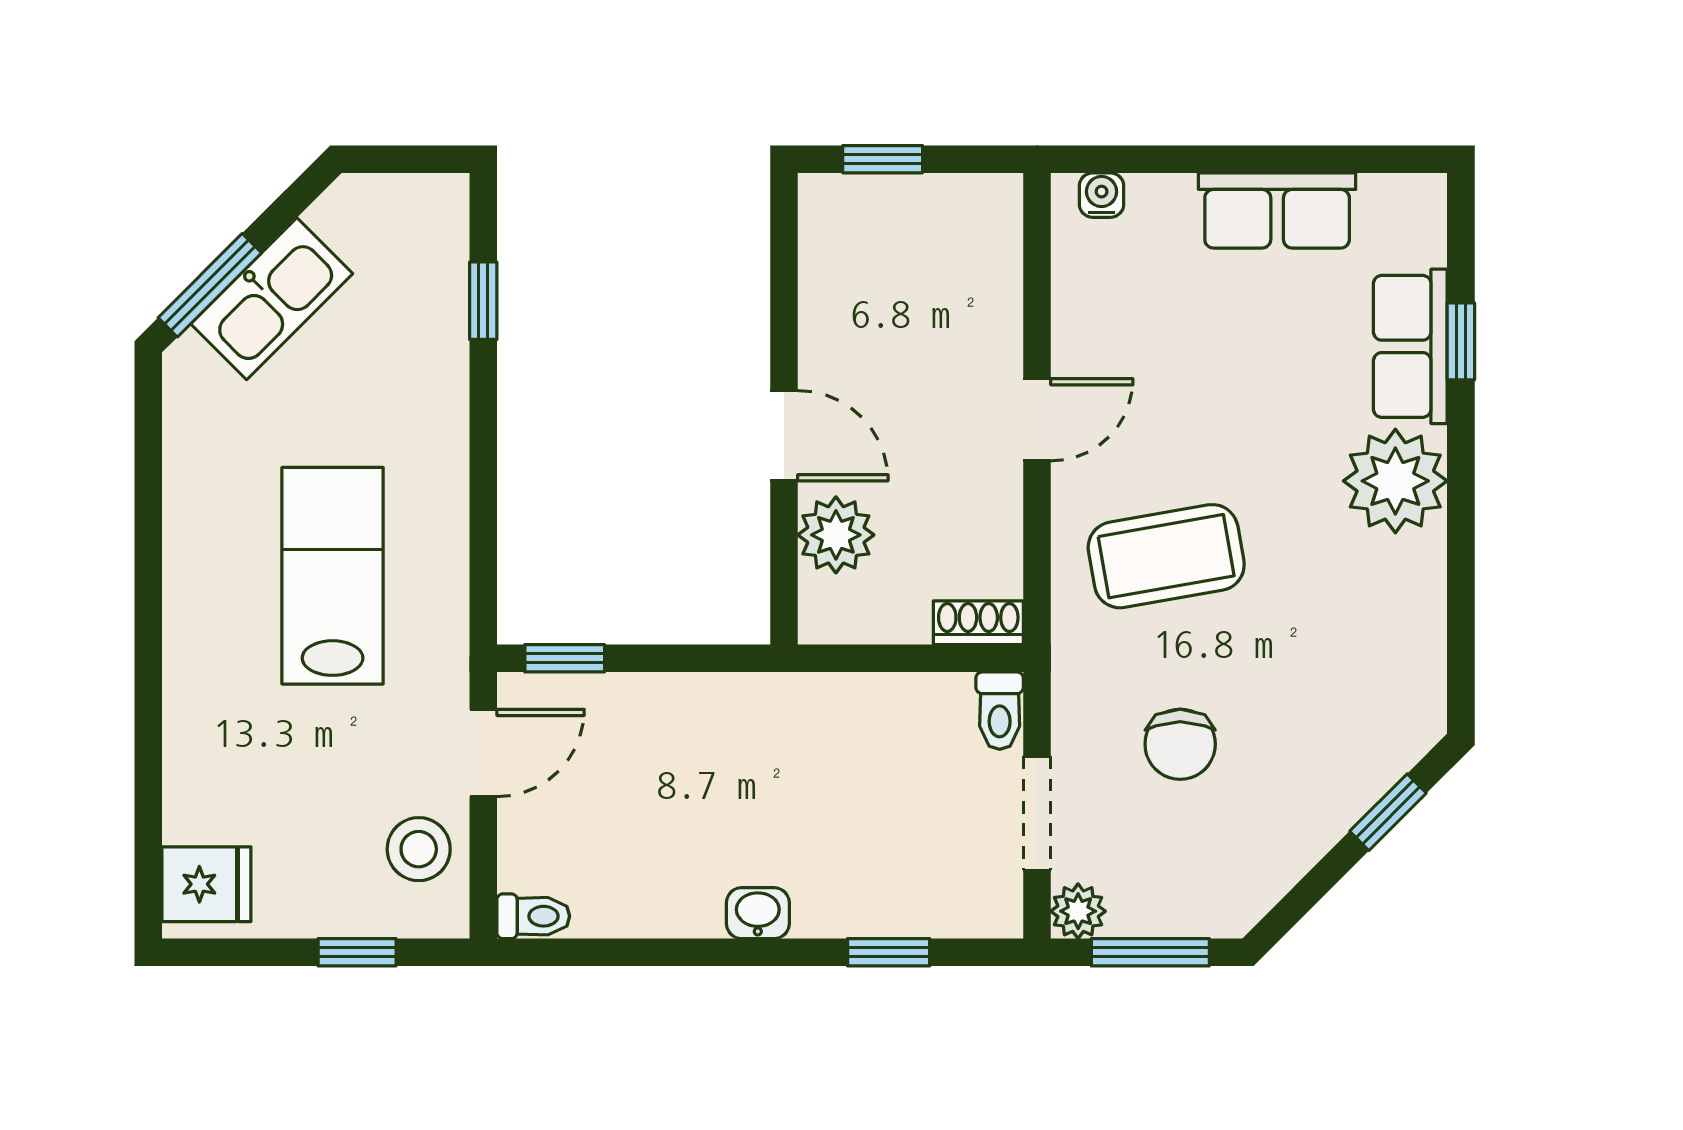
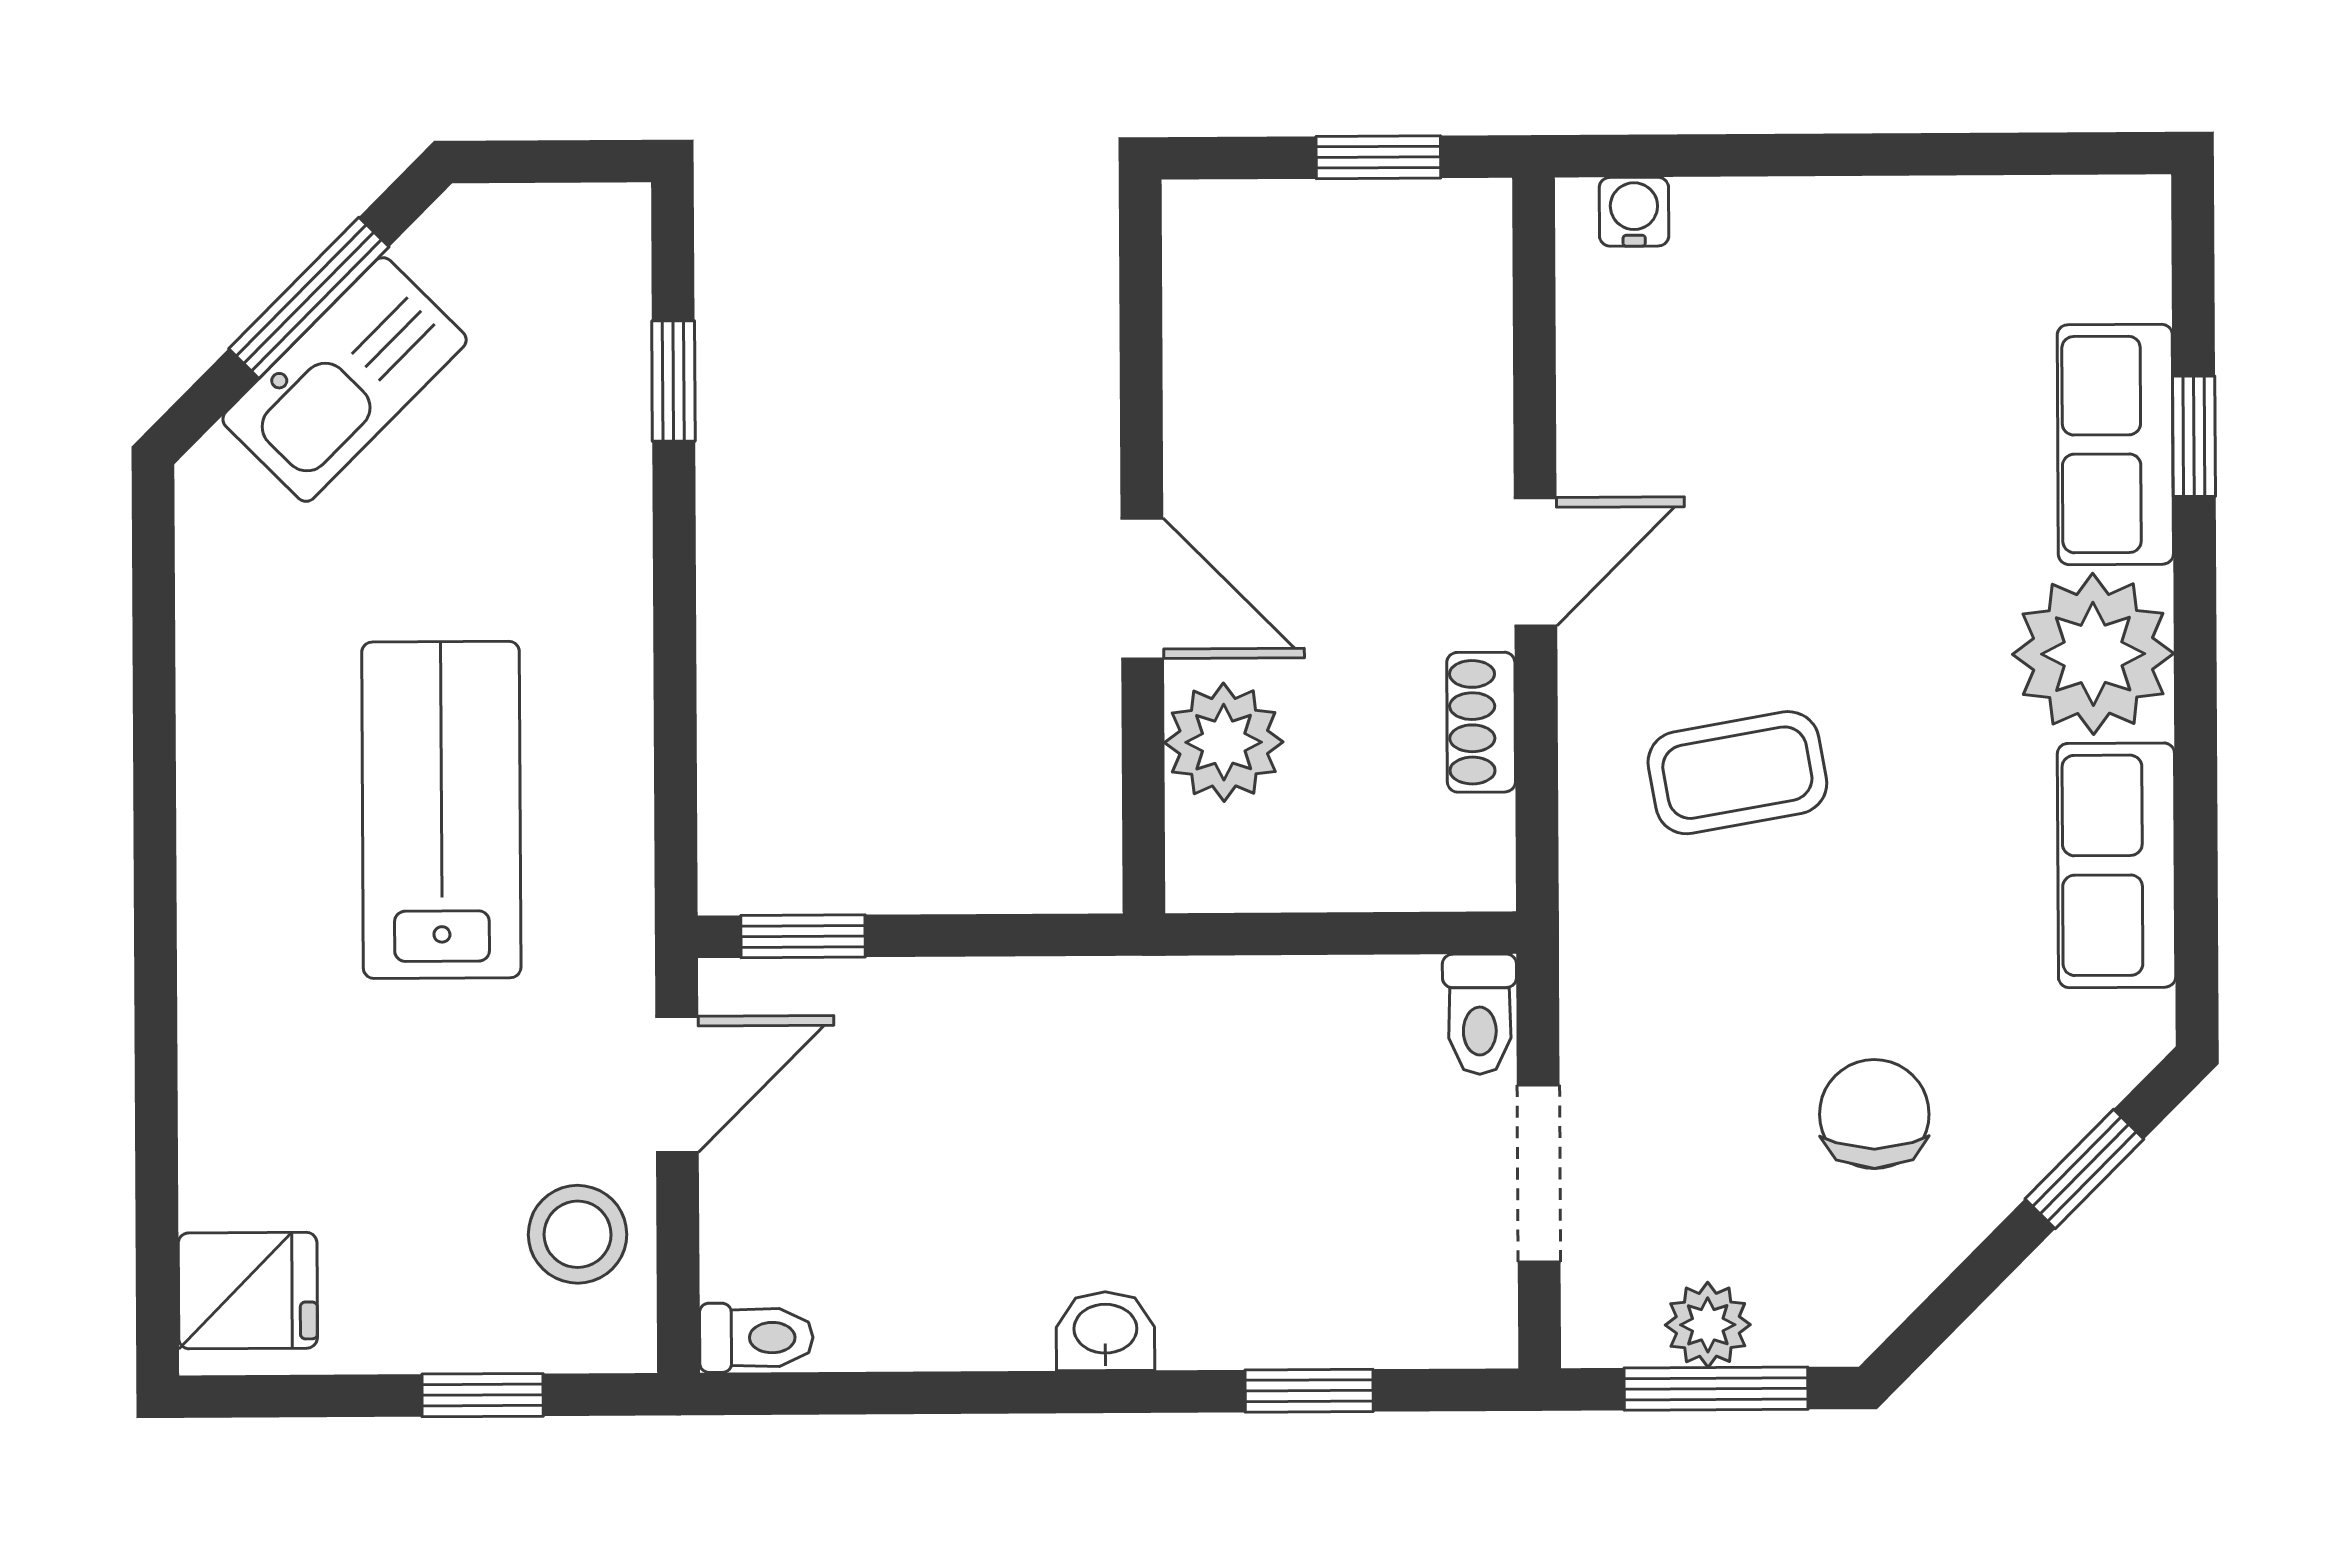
window: (883, 159) -> (1378, 157), moved
row of seats: (1277, 210) -> (2116, 865), moved, turned 90
window: (210, 285) -> (309, 298), moved
coffee table: (1166, 556) -> (1737, 773), width x0.73, depth x0.77
shoe rack: (978, 623) -> (1481, 722), moved, turned -90
chair: (1180, 744) -> (1874, 1114), moved, turned 180
plant: (1078, 911) -> (1708, 1325), moved

